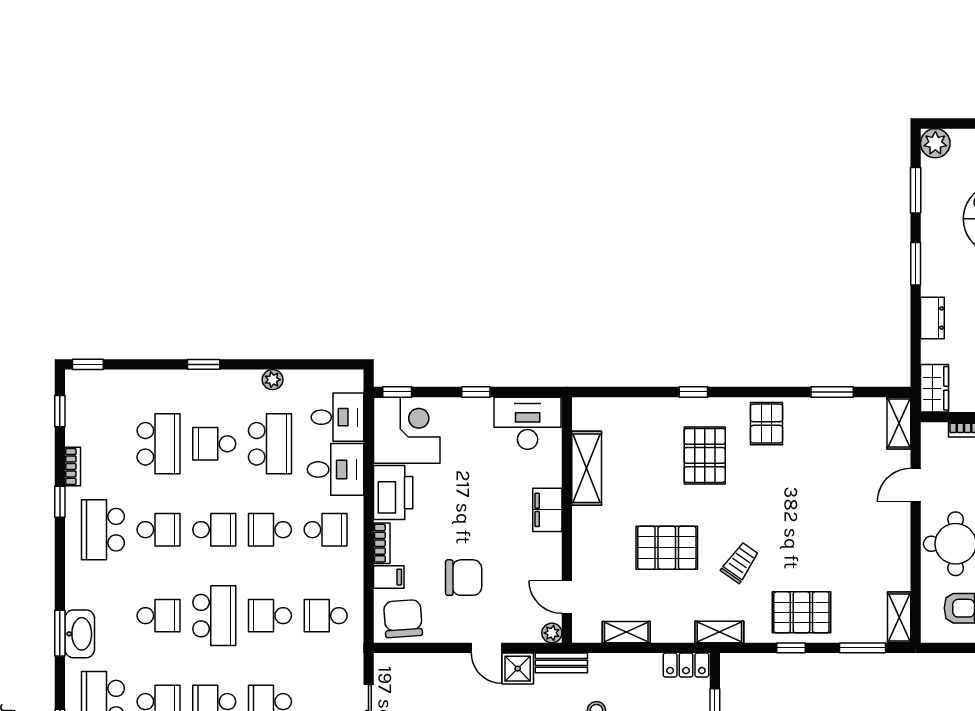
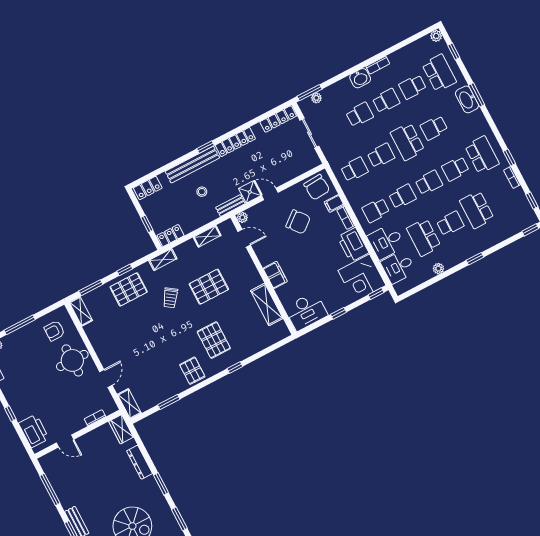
dresser: (932, 318) -> (140, 462), width x1.44
school desk: (214, 530) -> (429, 183), turned 180
chair: (464, 578) -> (298, 222), turned -129

